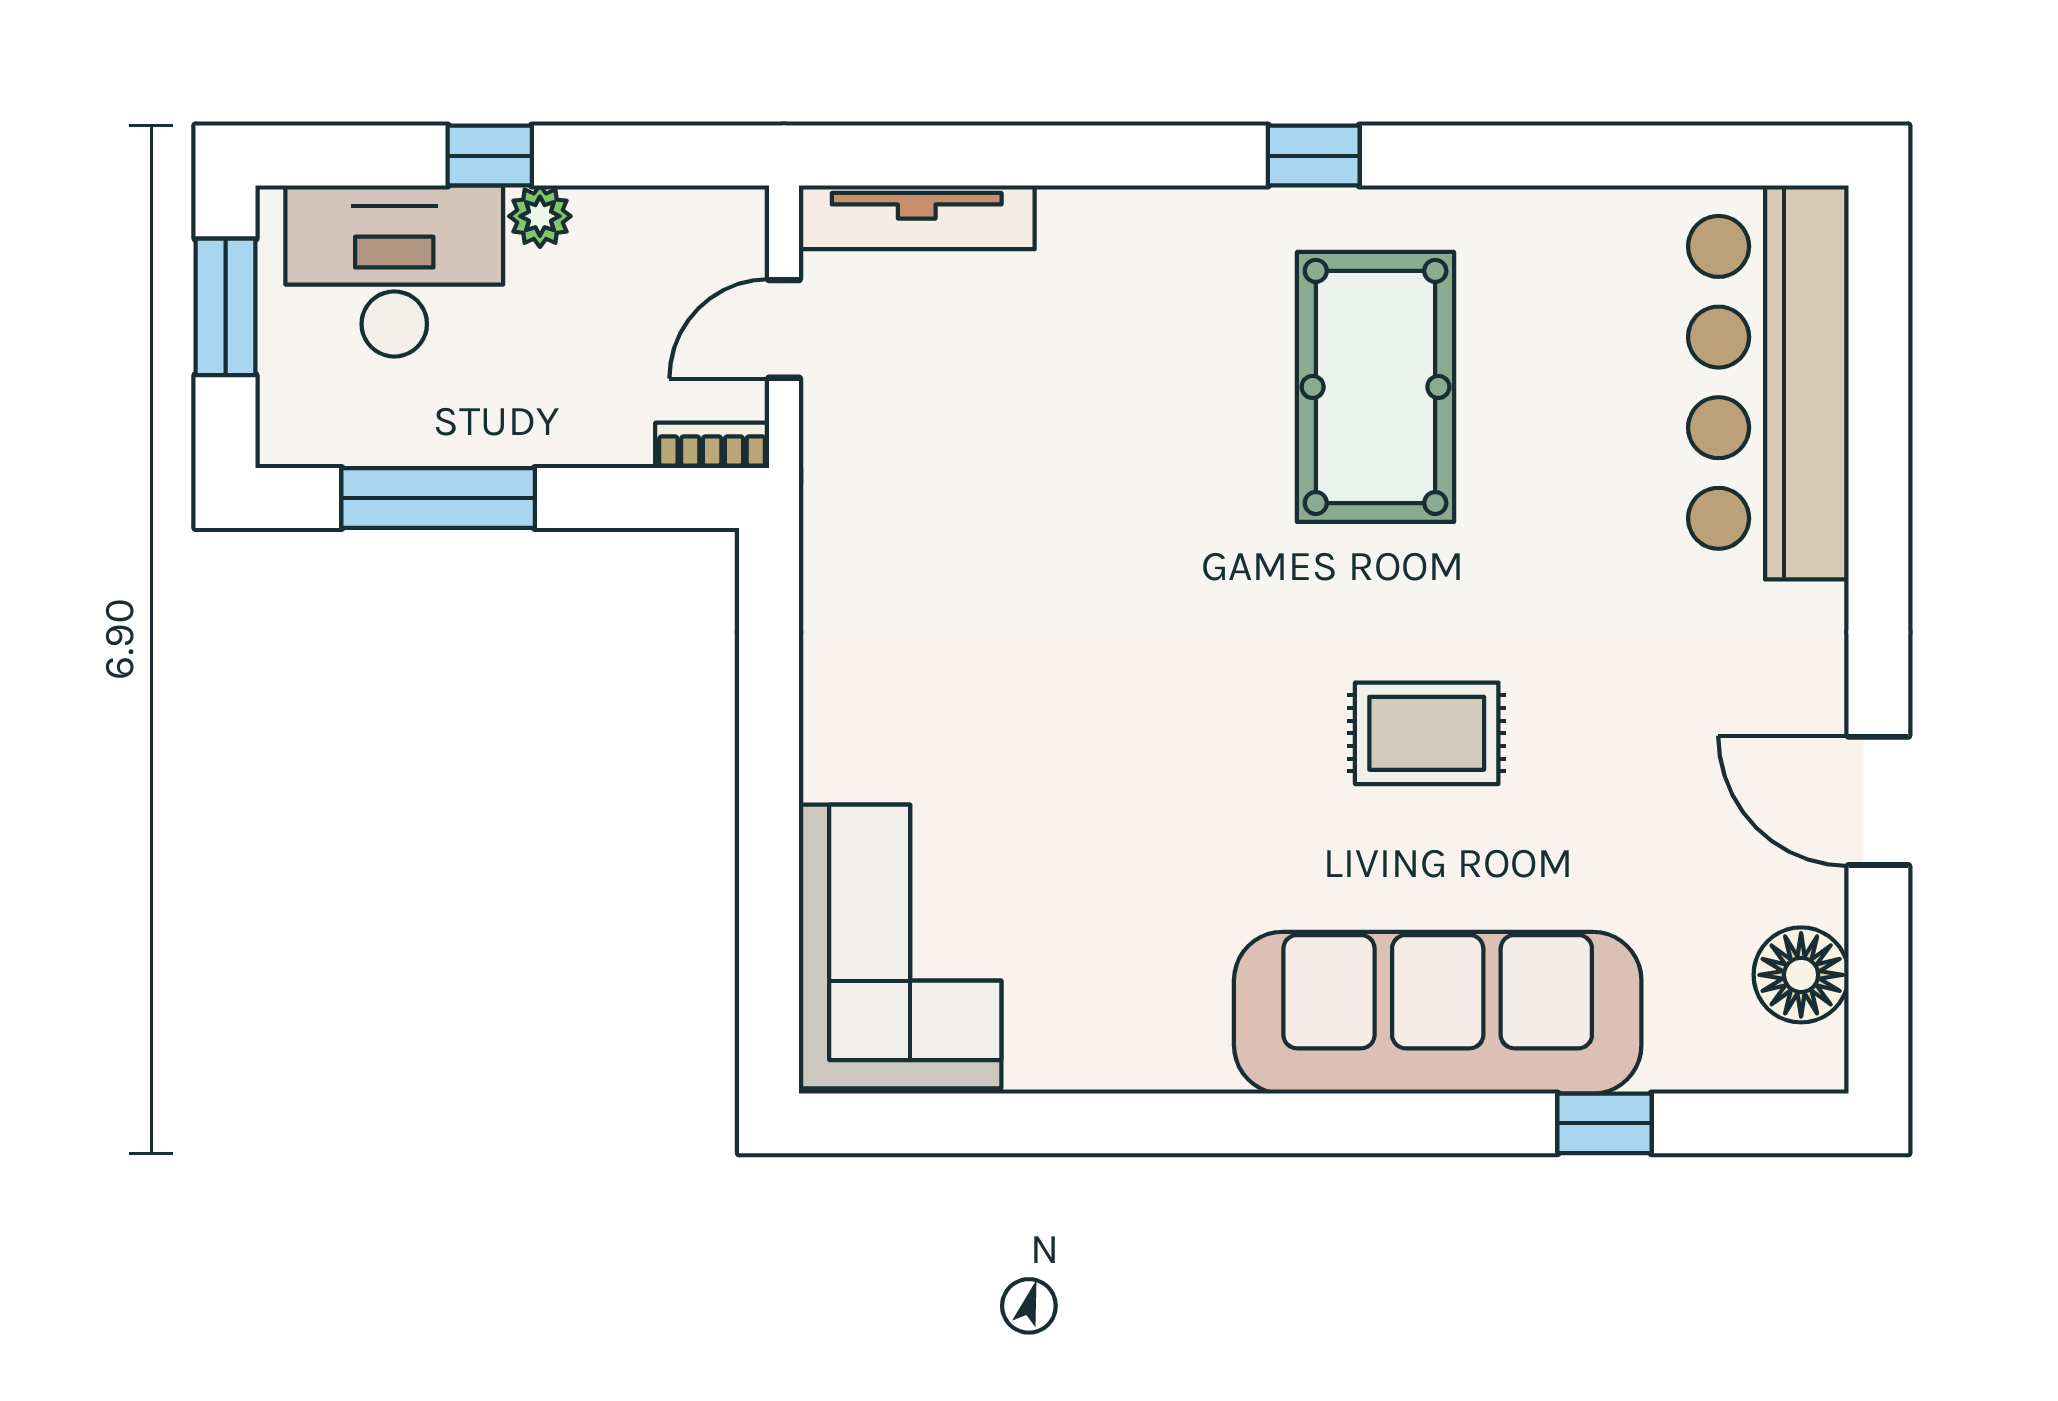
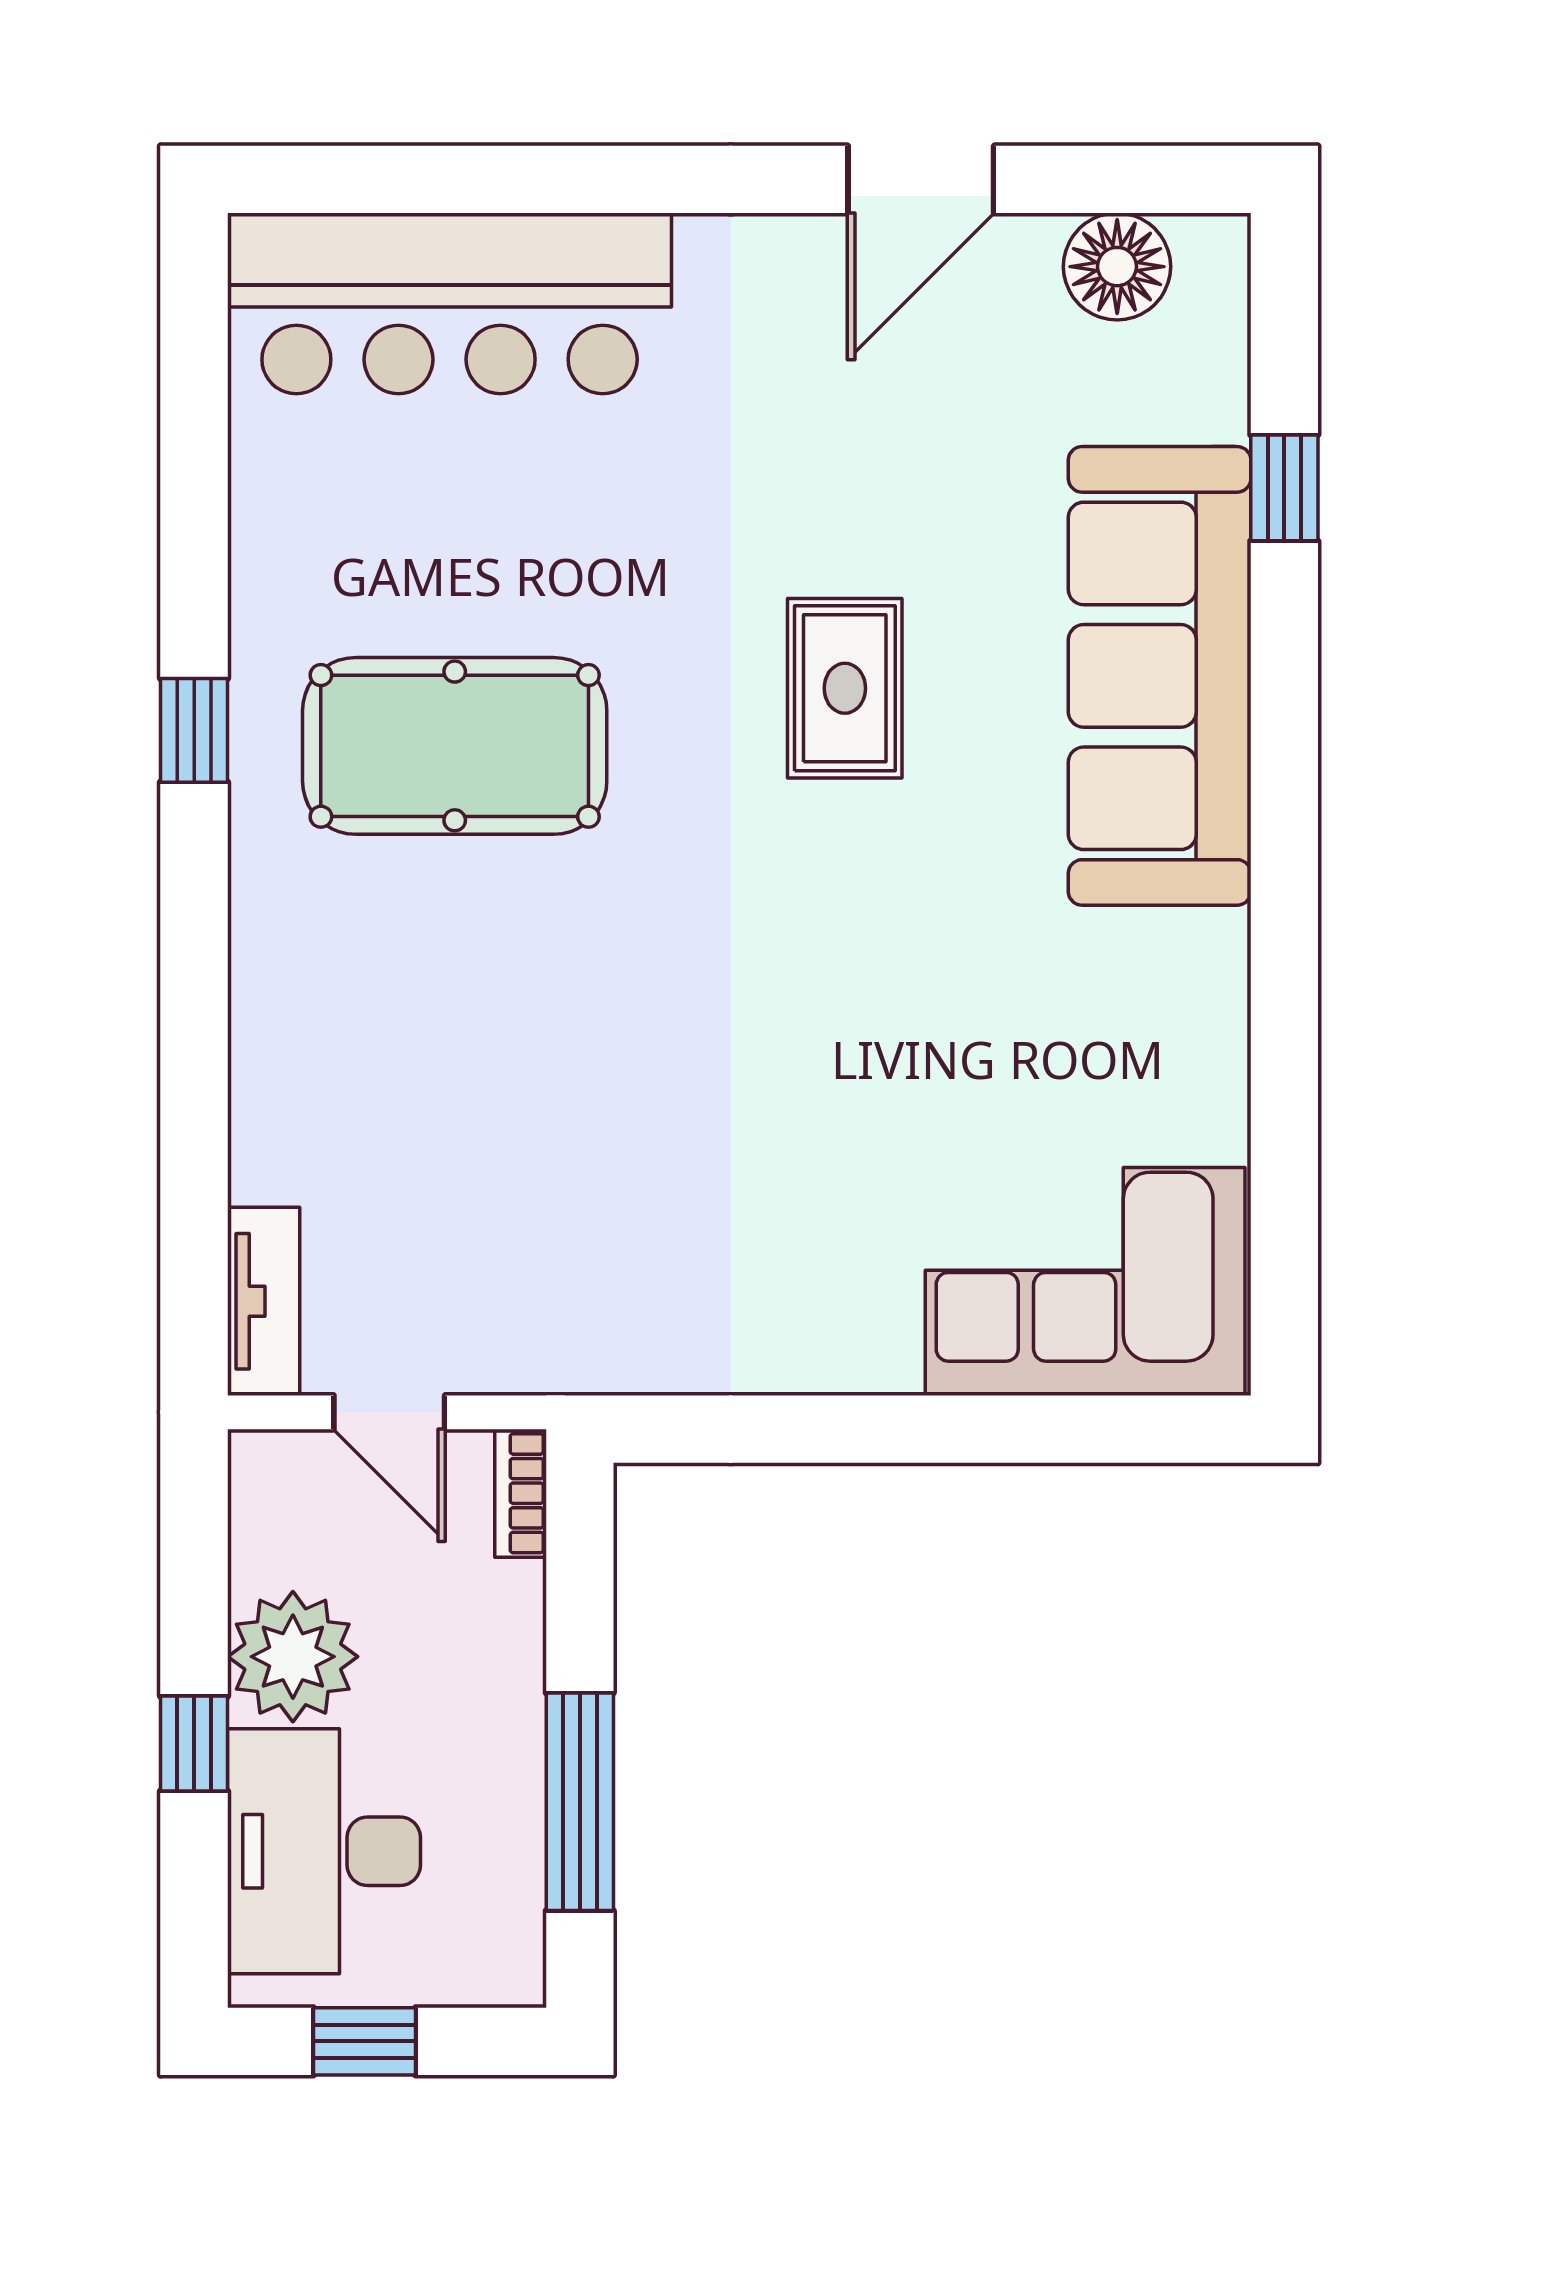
window: (1314, 156) -> (194, 730), moved
plant: (540, 216) -> (293, 1657), width x1.88, depth x1.88
tv unit: (917, 217) -> (264, 1301), width x0.71
window: (226, 307) -> (364, 2041), width x0.67

